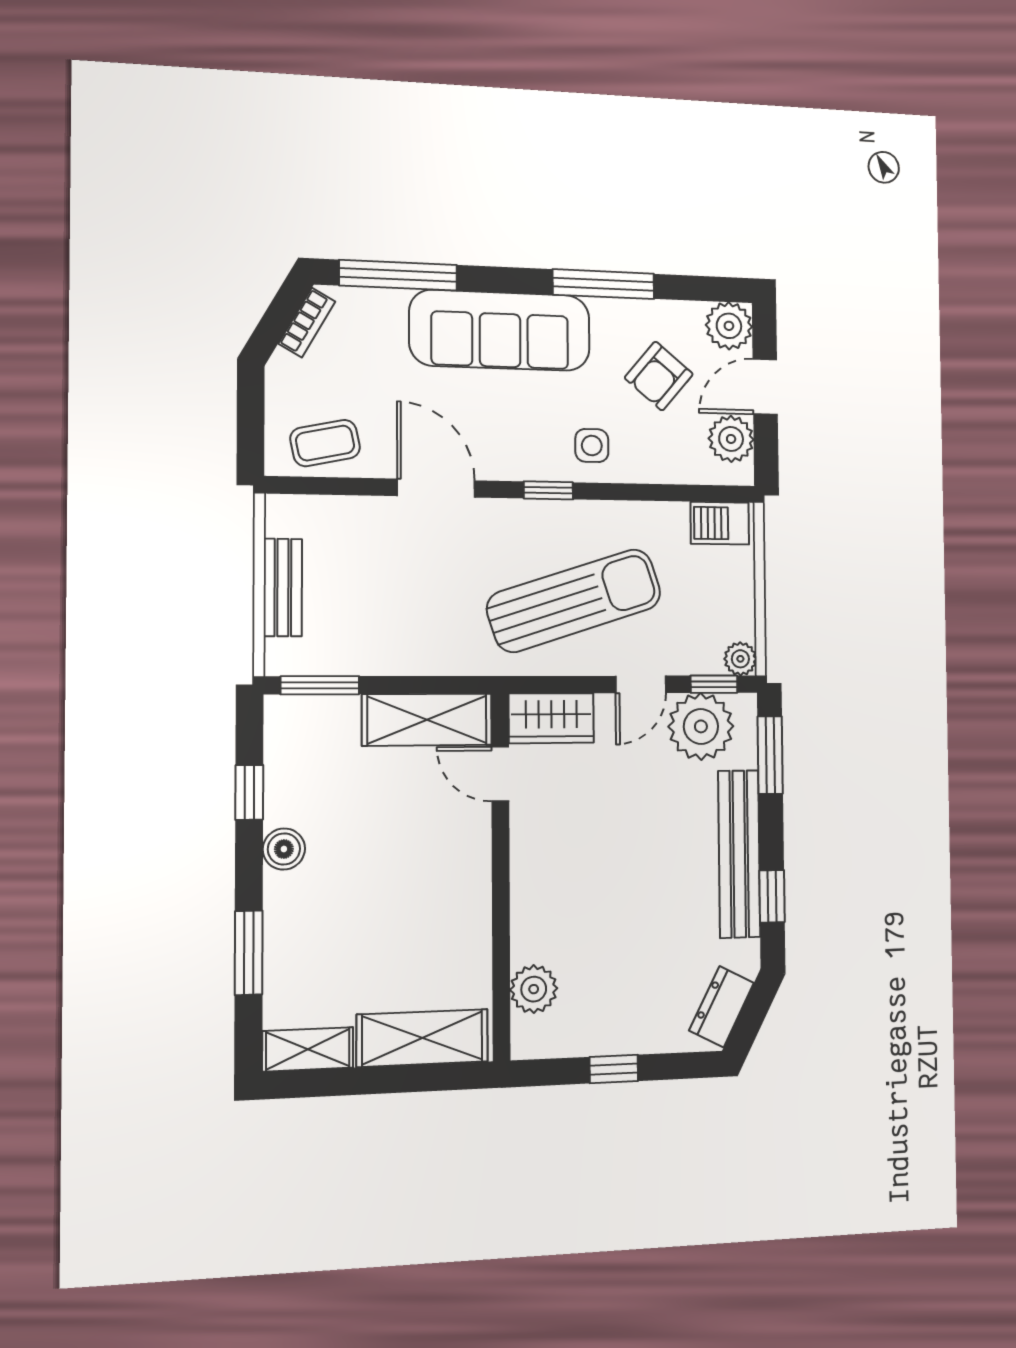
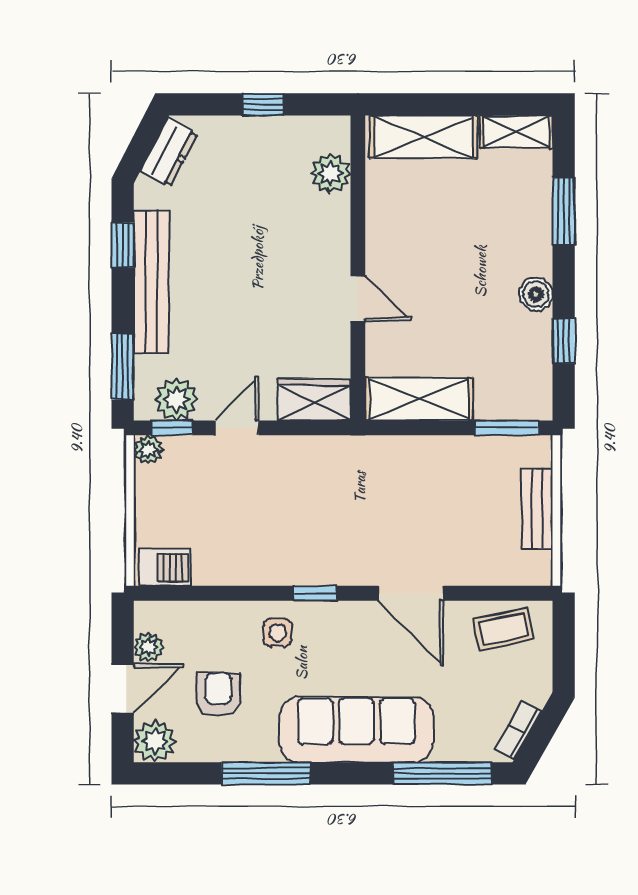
armchair: (659, 376) -> (218, 695), turned -40
plant: (731, 439) -> (149, 647), width x0.73, depth x0.73
sun lounger: (574, 601) -> (294, 499), removed
plant: (701, 726) -> (176, 399), width x0.73, depth x0.73
door: (500, 774) -> (358, 298), moved

